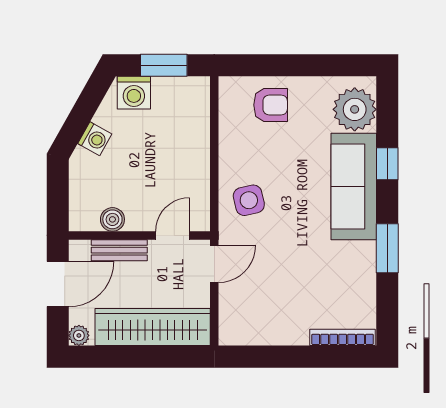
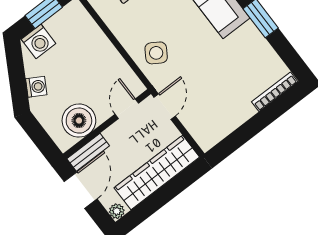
side table: (249, 200) -> (156, 53), turned 45
boiler: (112, 219) -> (79, 121), width x1.86, depth x1.86
bench: (119, 250) -> (88, 152), moved

